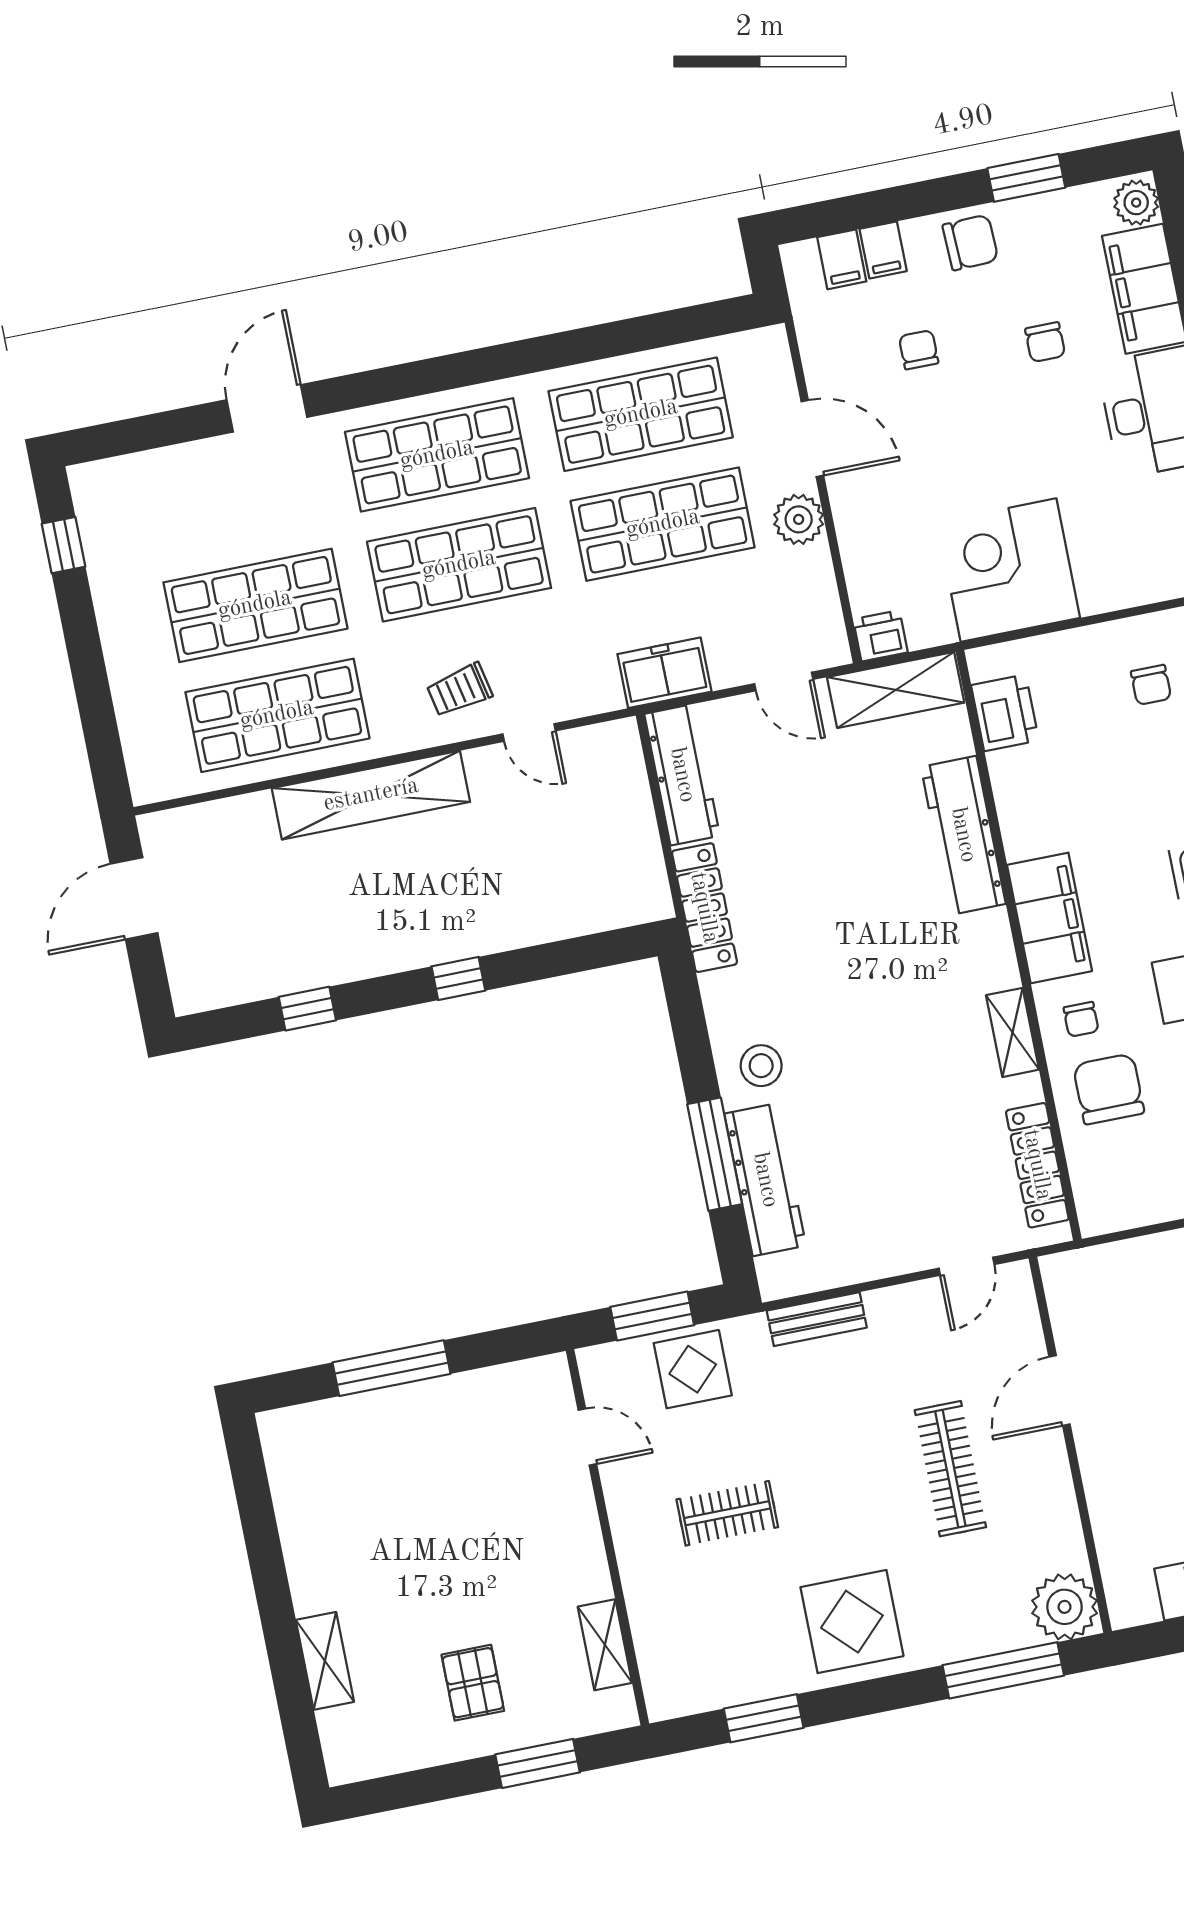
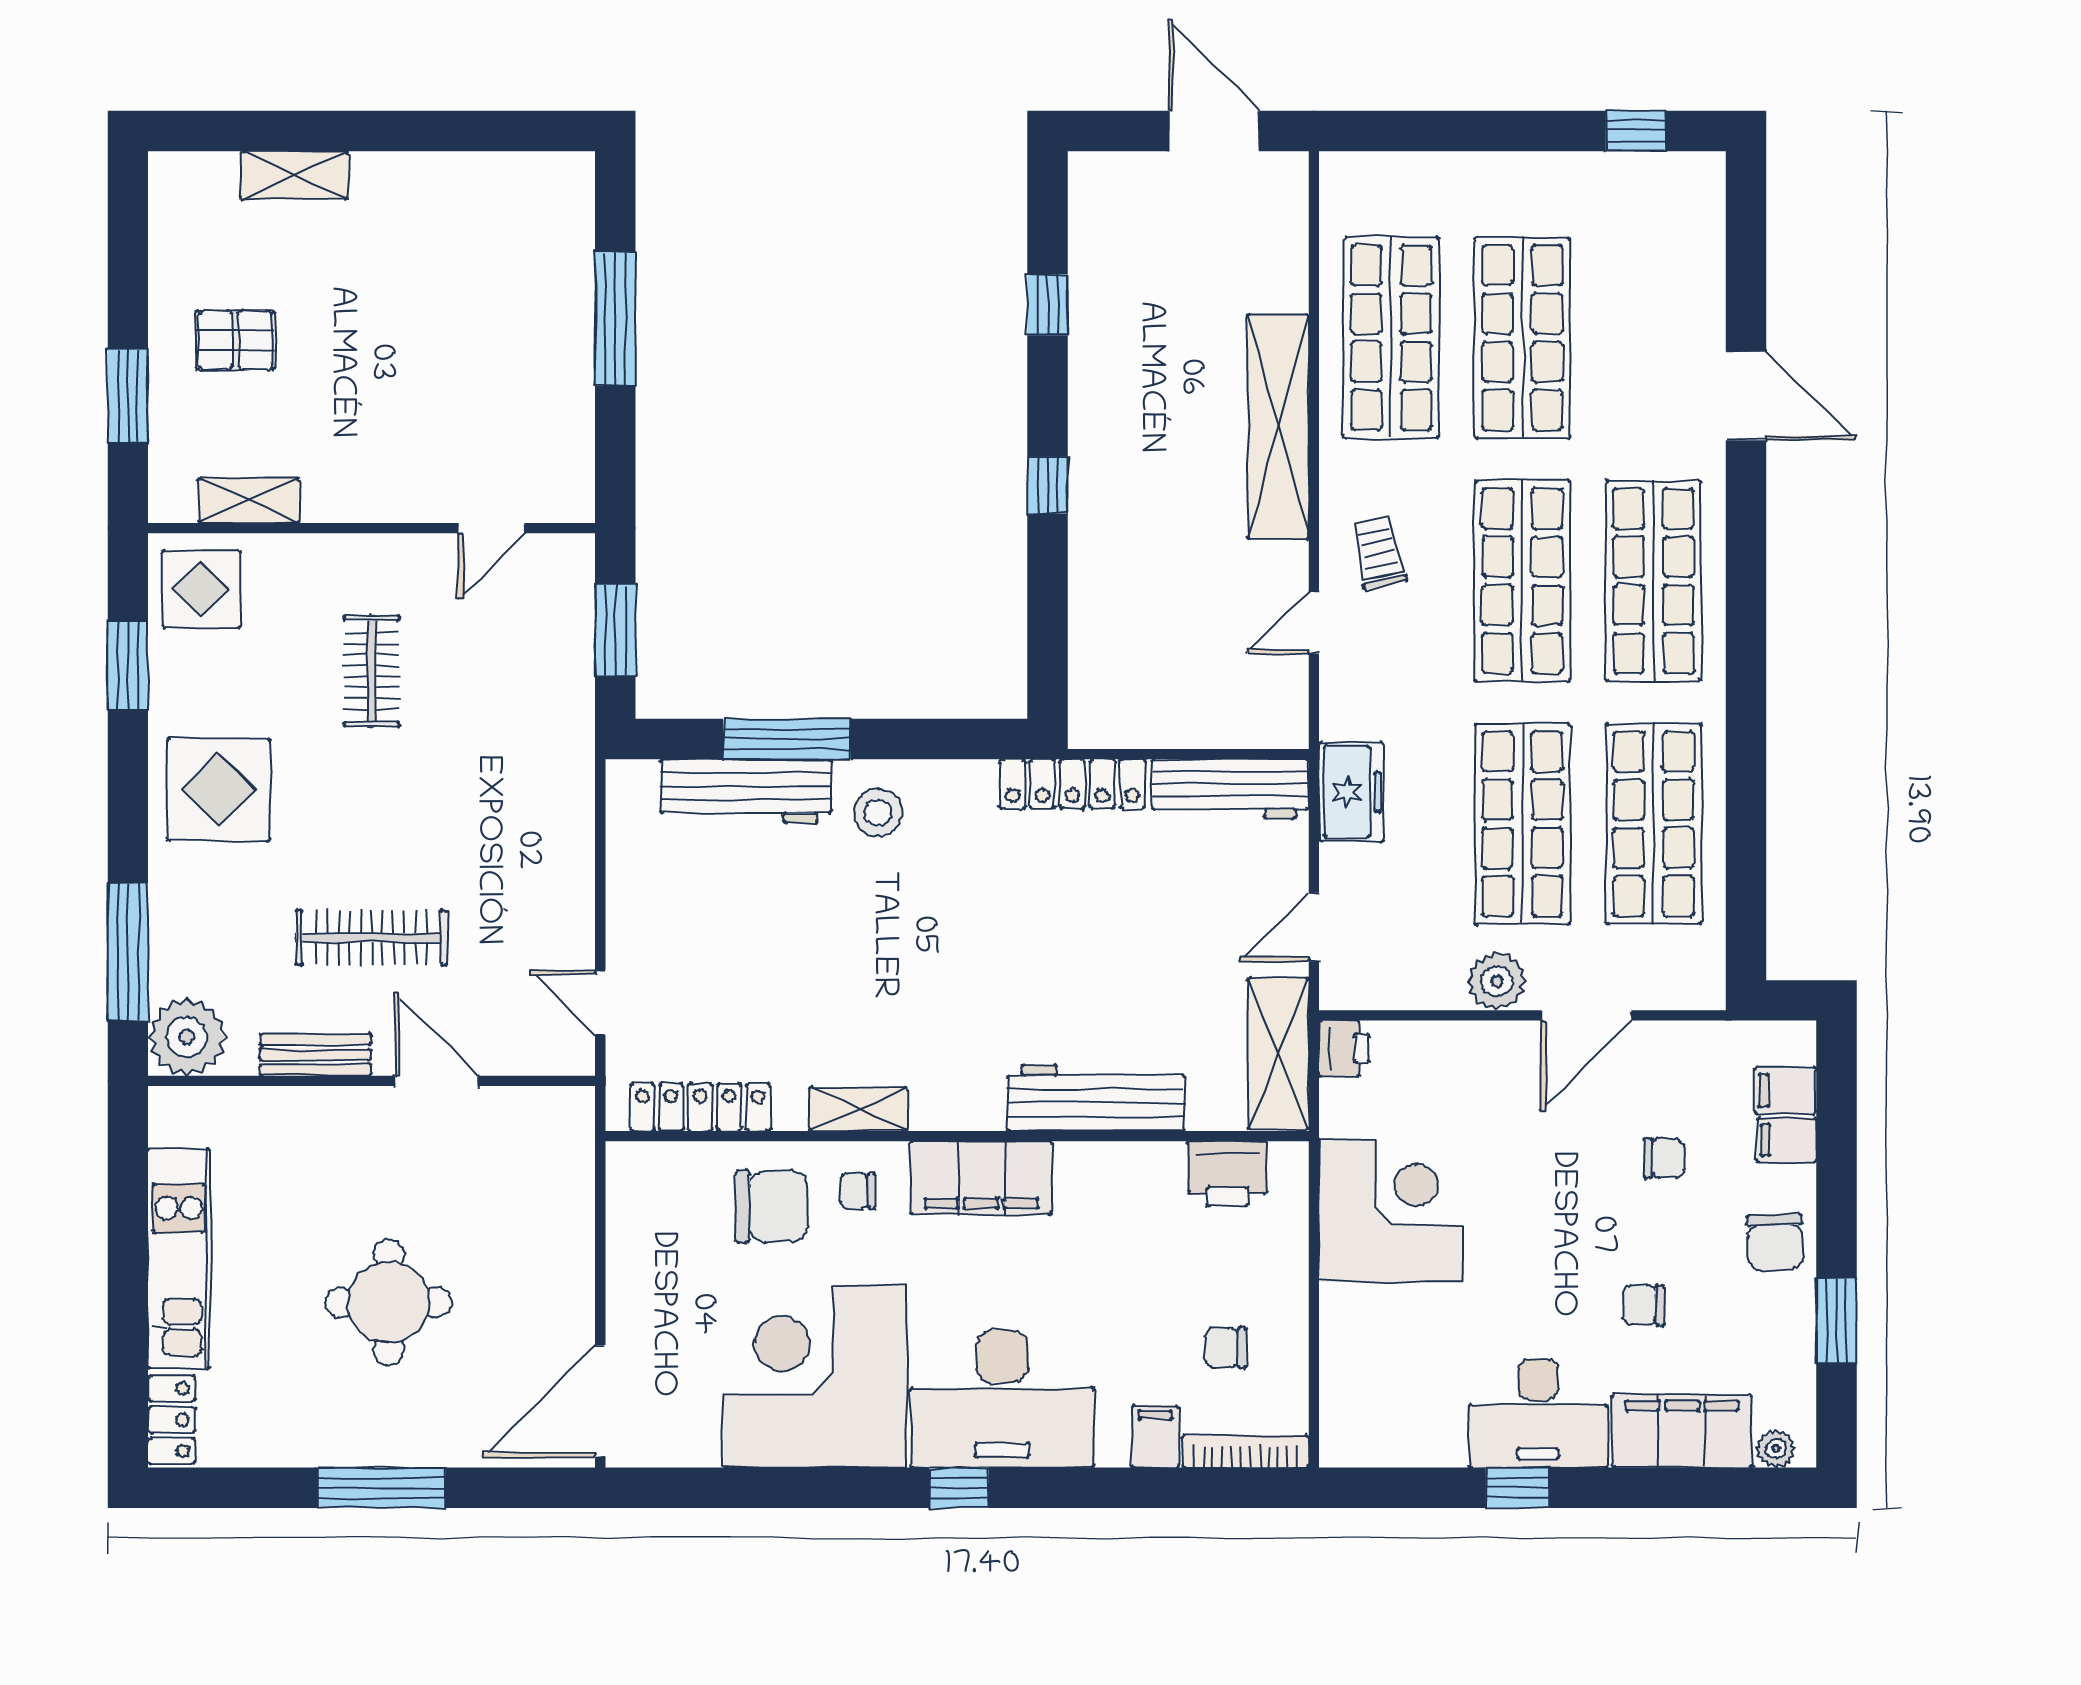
plant: (1136, 203) -> (1776, 1449), width x0.73, depth x0.73
bench: (817, 1319) -> (315, 1055), moved, turned 90
display table: (693, 1369) -> (201, 589), moved

